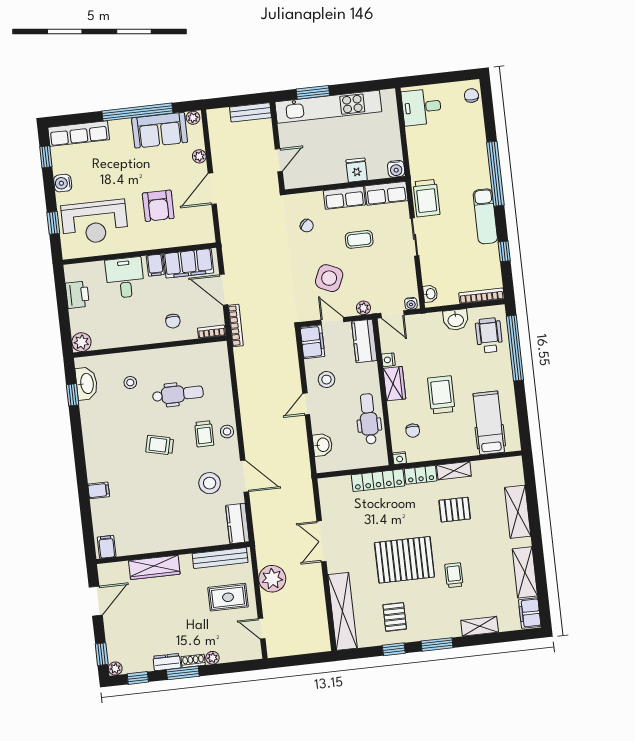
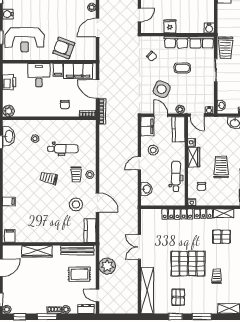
fridge: (357, 170) -> (170, 26), moved
armchair: (158, 206) -> (64, 48), moved, turned 110
dresser: (167, 662) -> (86, 309), moved

